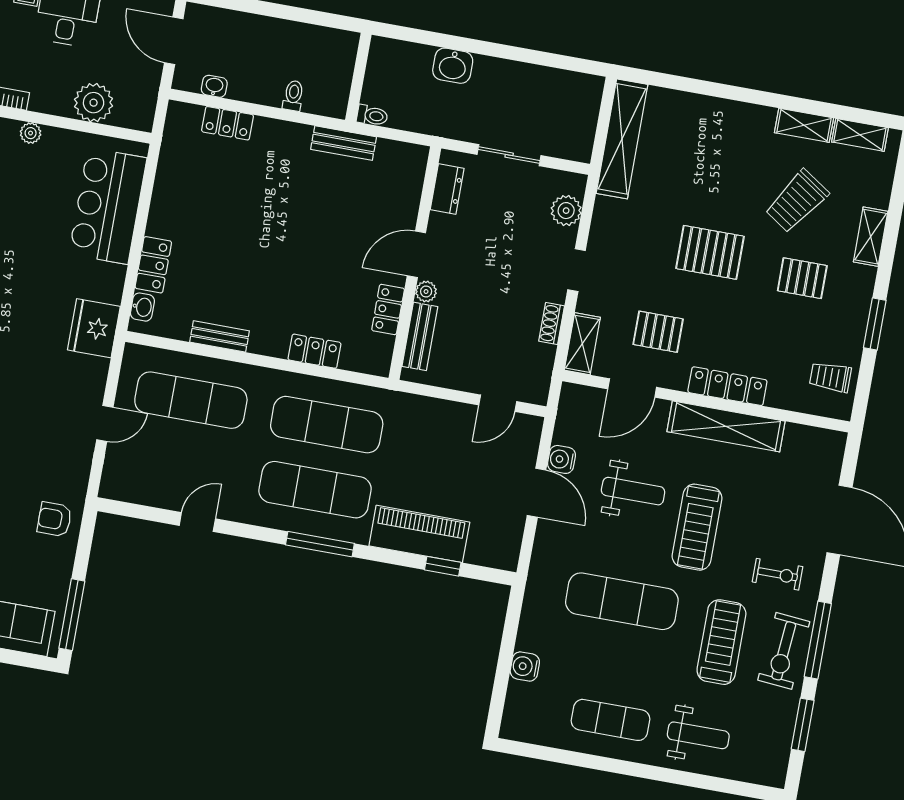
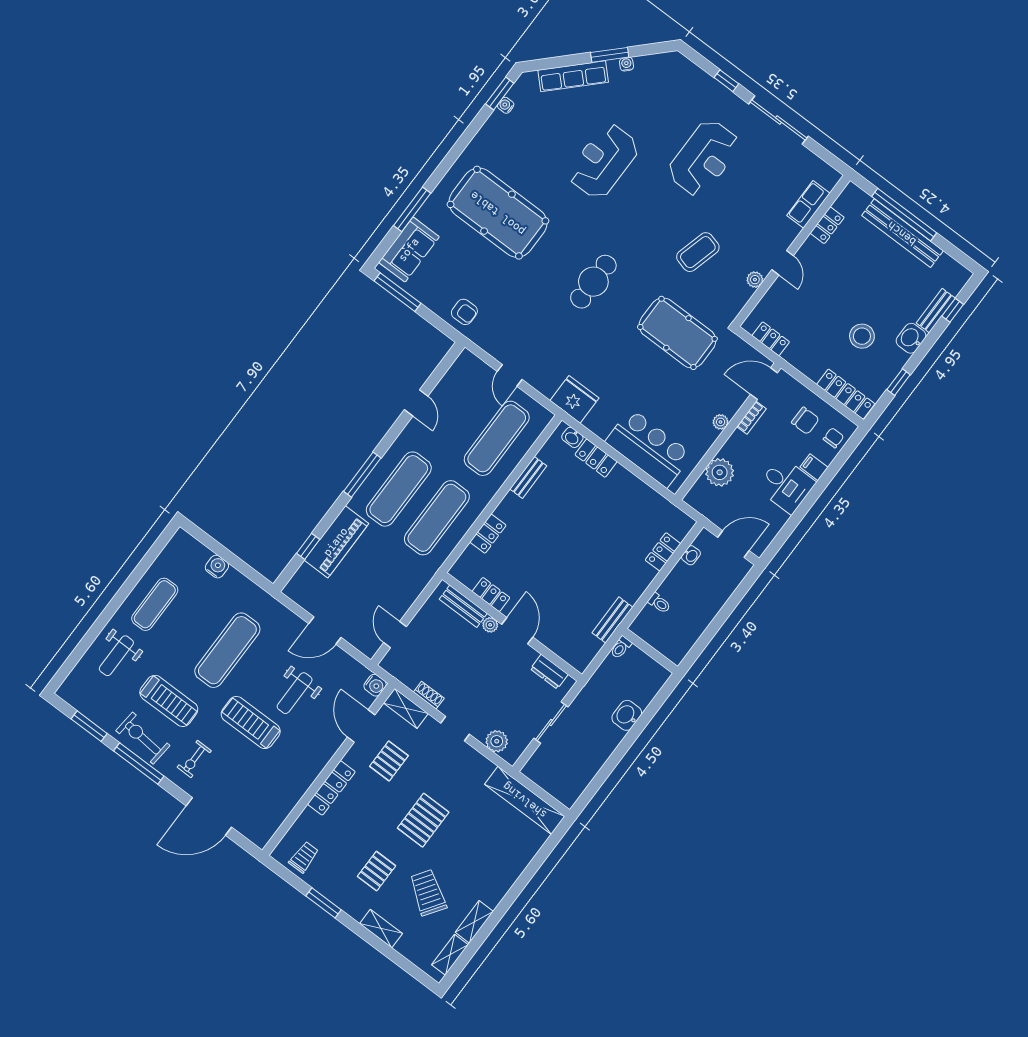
shelving: (726, 426) -> (306, 774), removed
water cooler: (561, 459) -> (375, 685), moved, turned 90
armchair: (54, 519) -> (464, 312), turned 90

